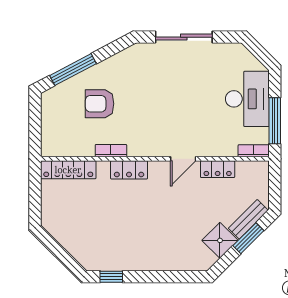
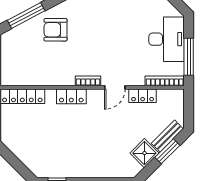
armchair: (100, 104) -> (55, 30), moved
bookcase: (111, 151) -> (88, 81), moved
bookcase: (254, 151) -> (165, 81), width x1.56

